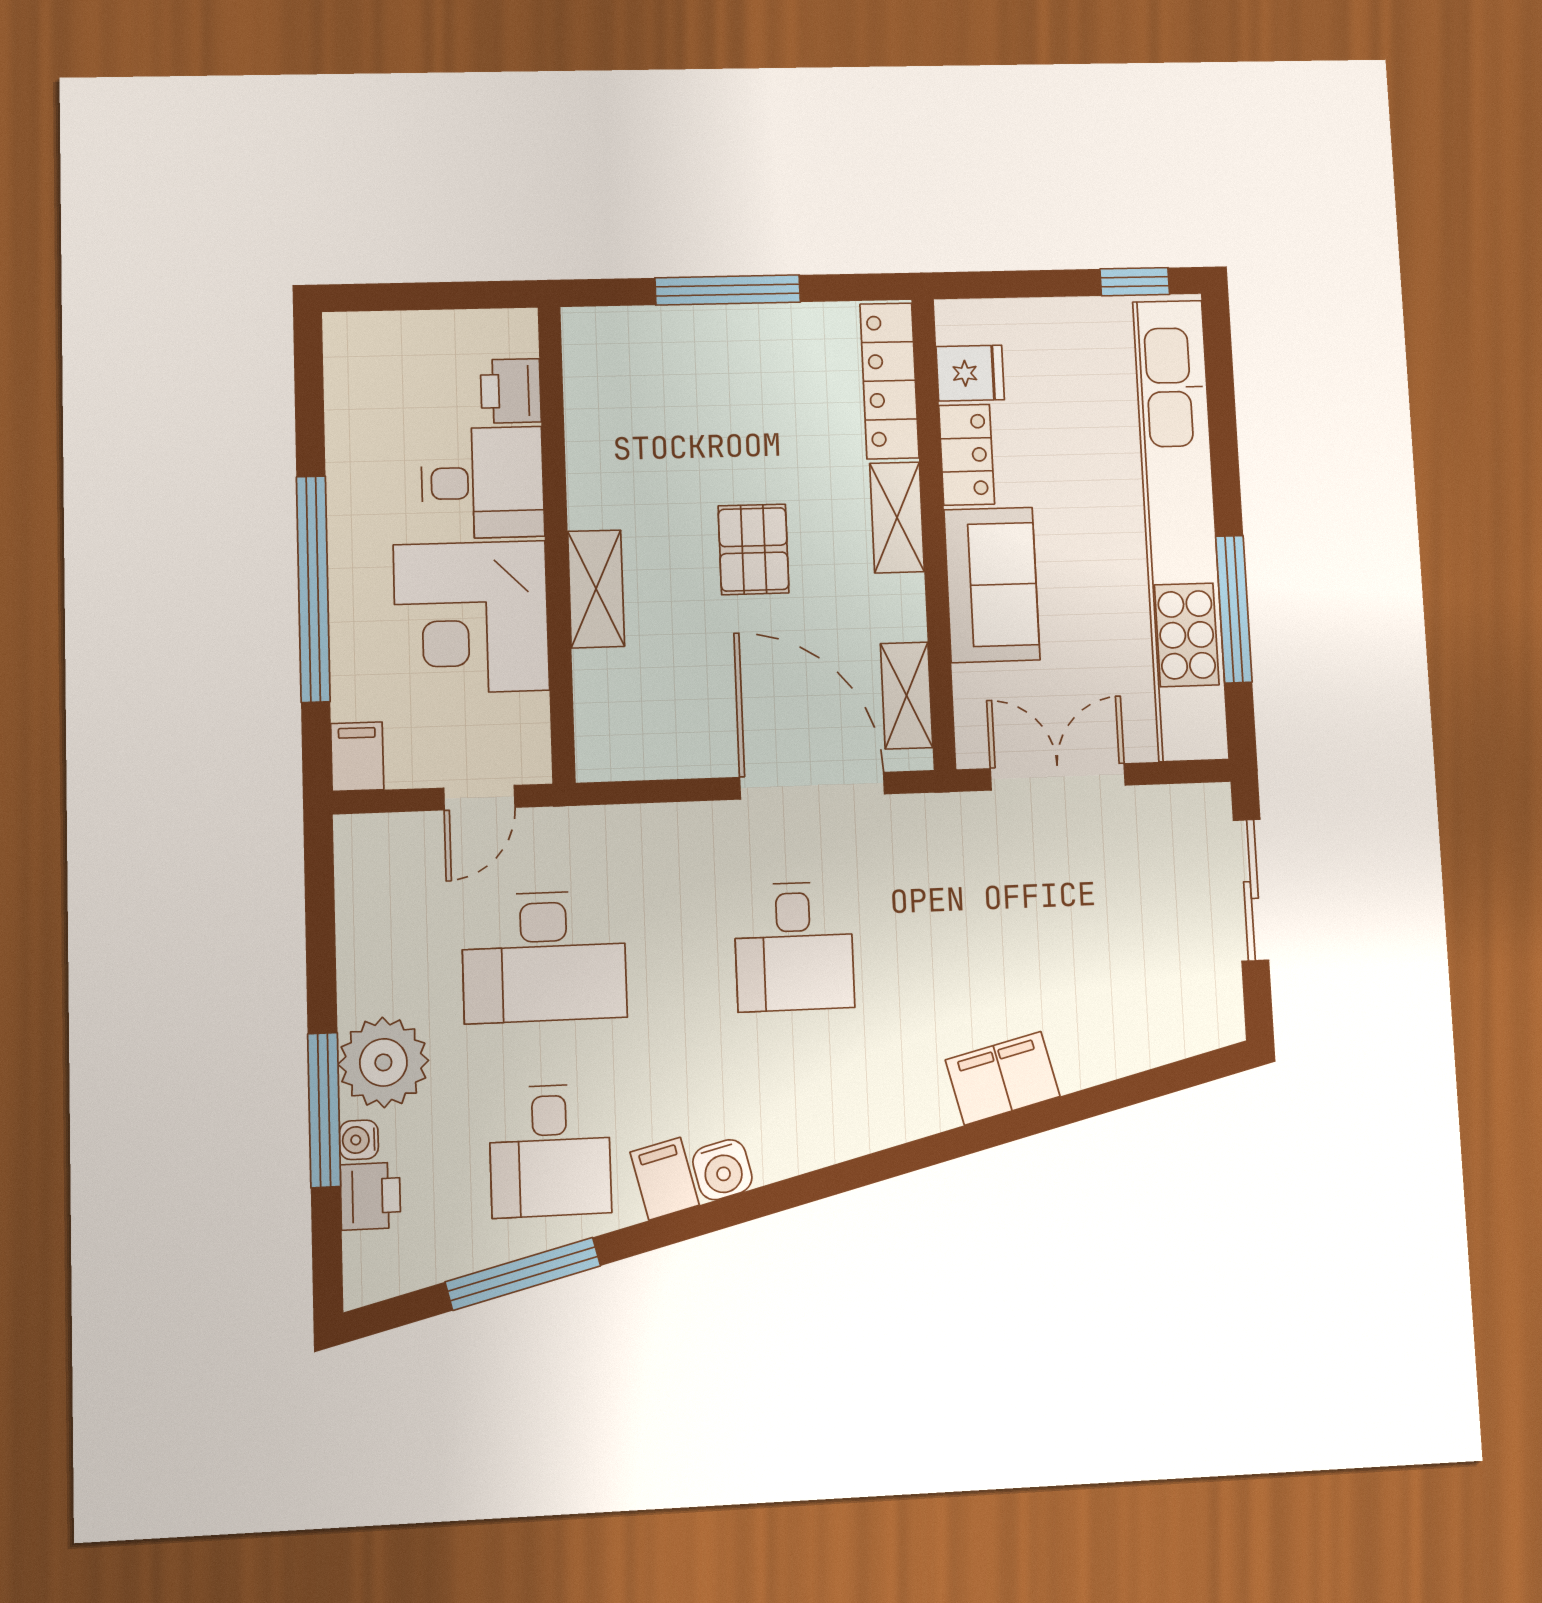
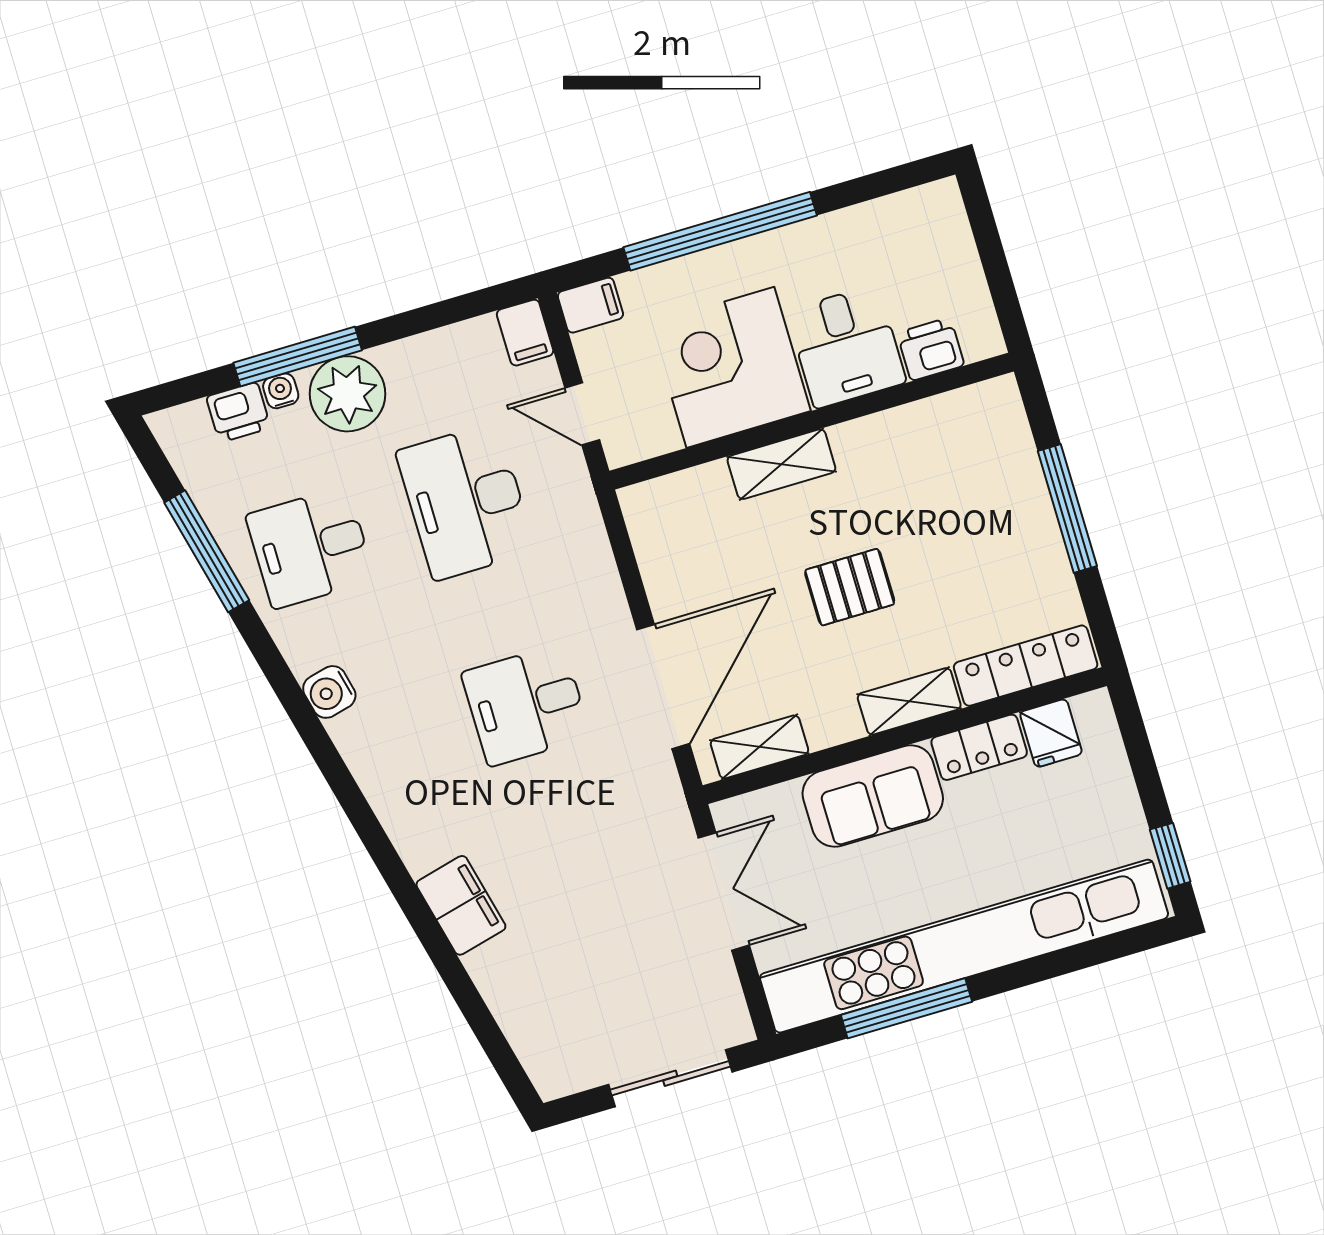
filing cabinet: (665, 1179) -> (525, 333), moved, turned 104

